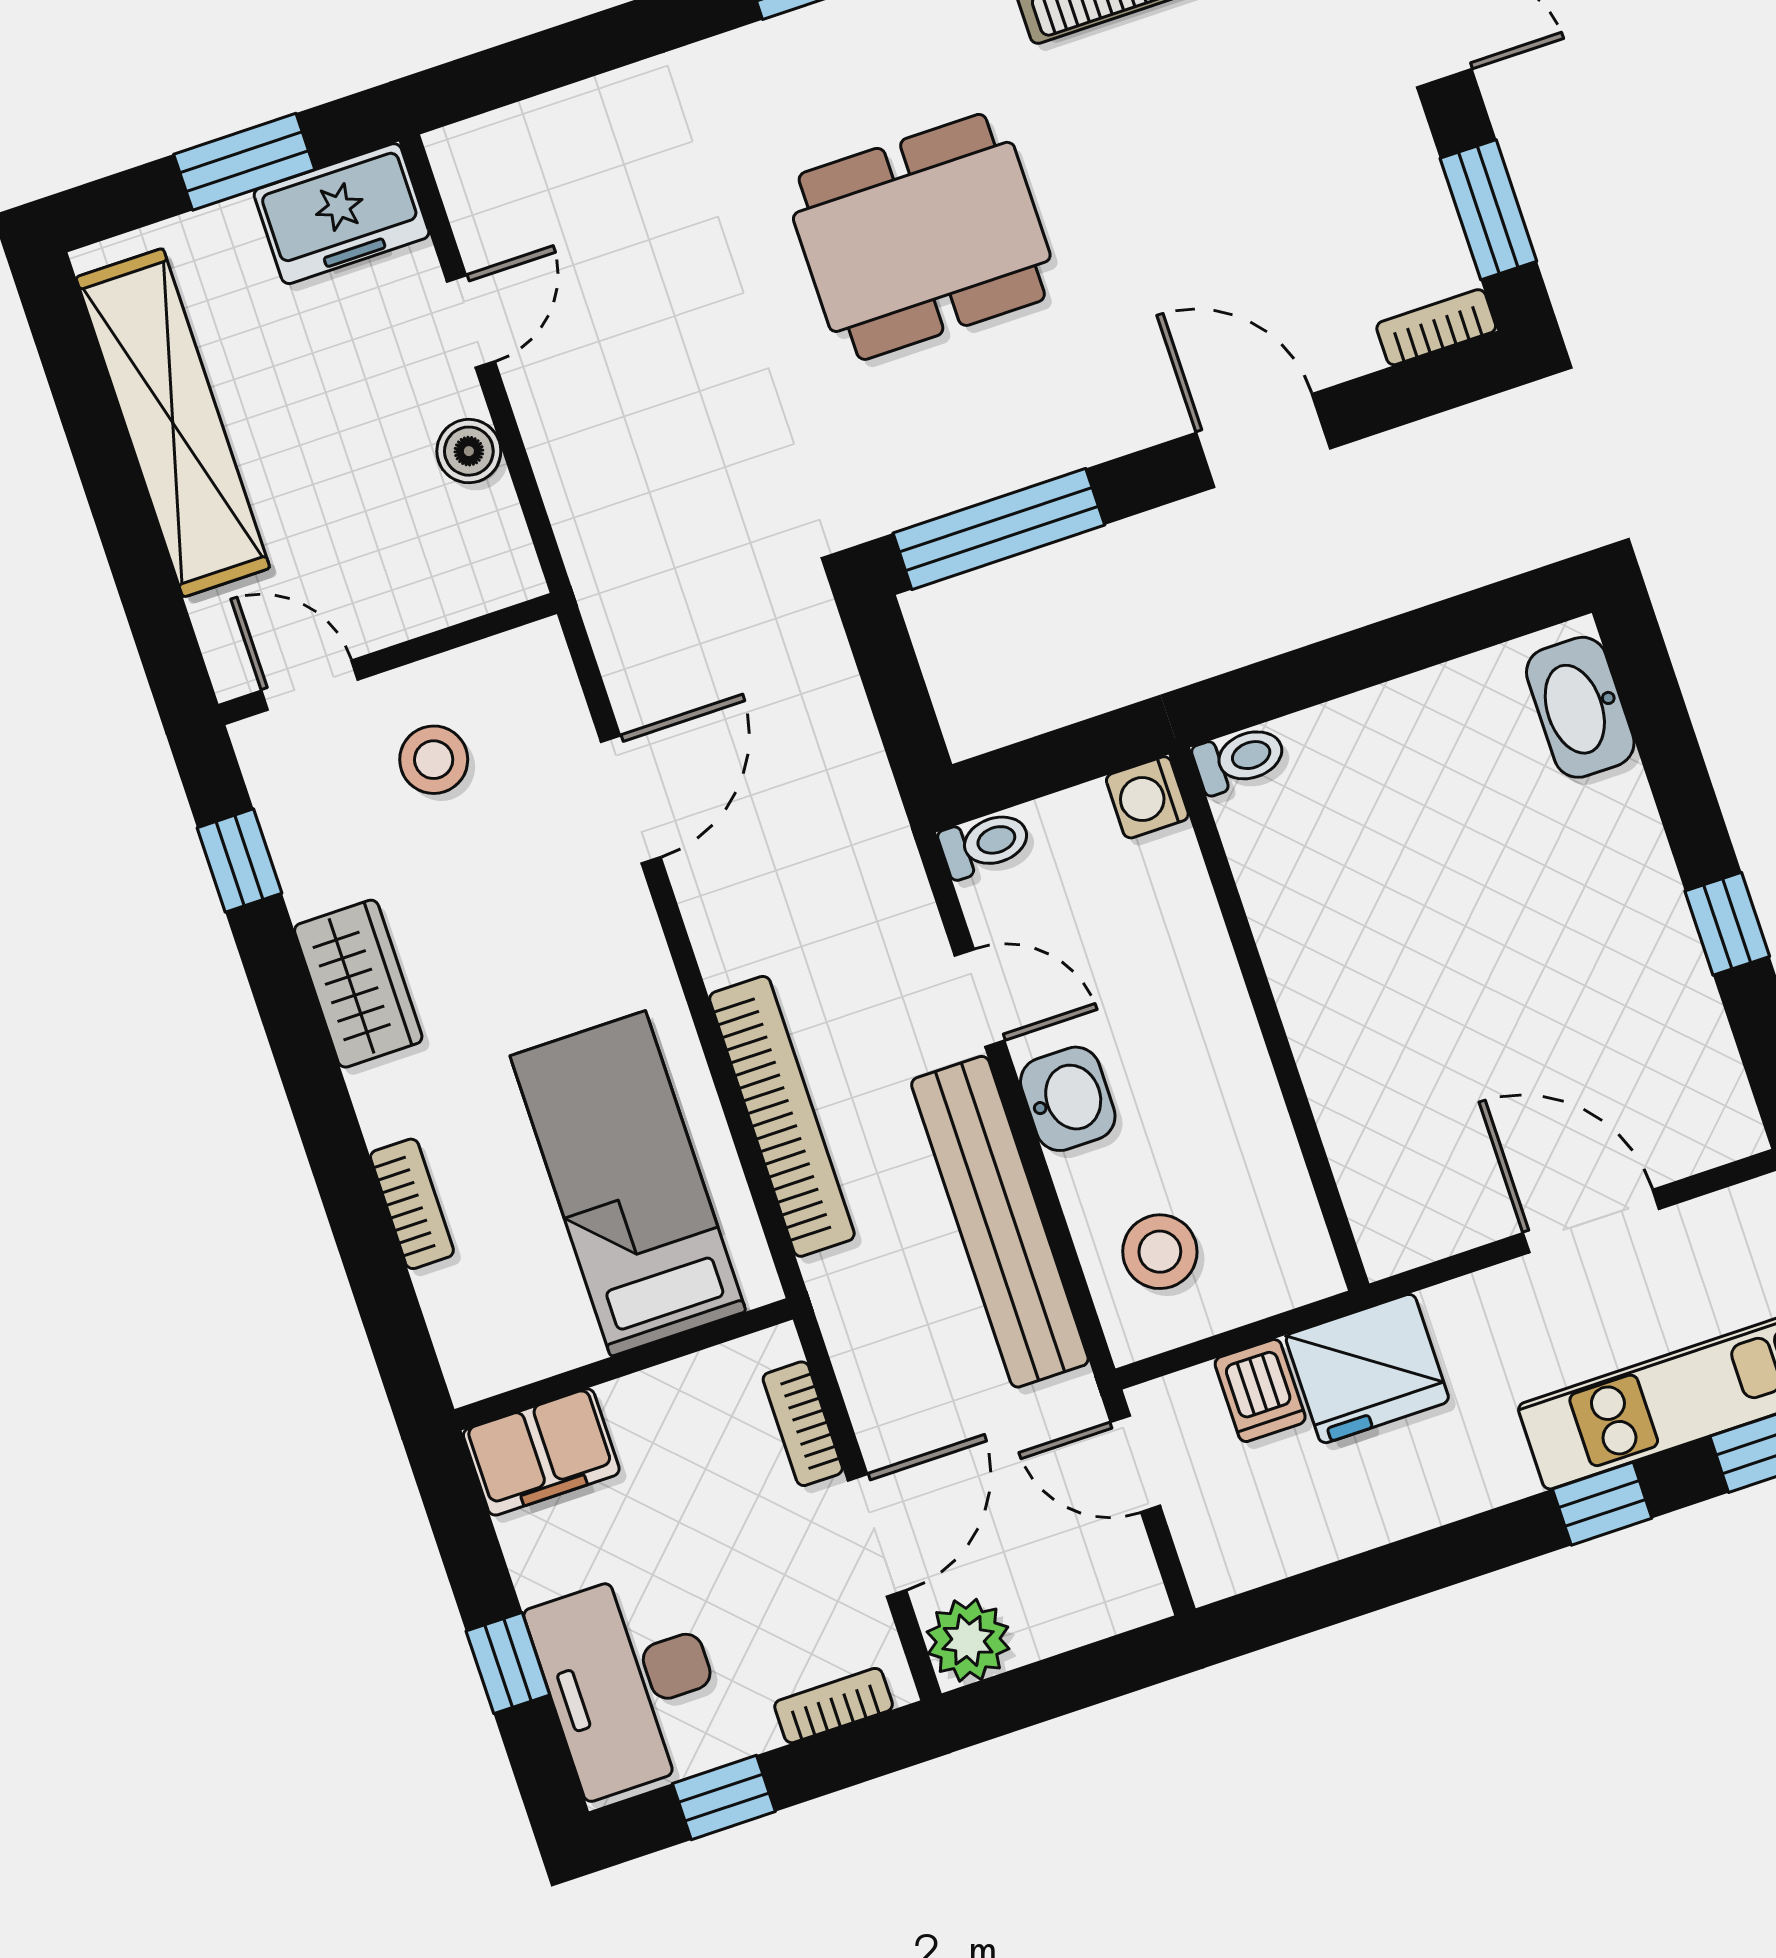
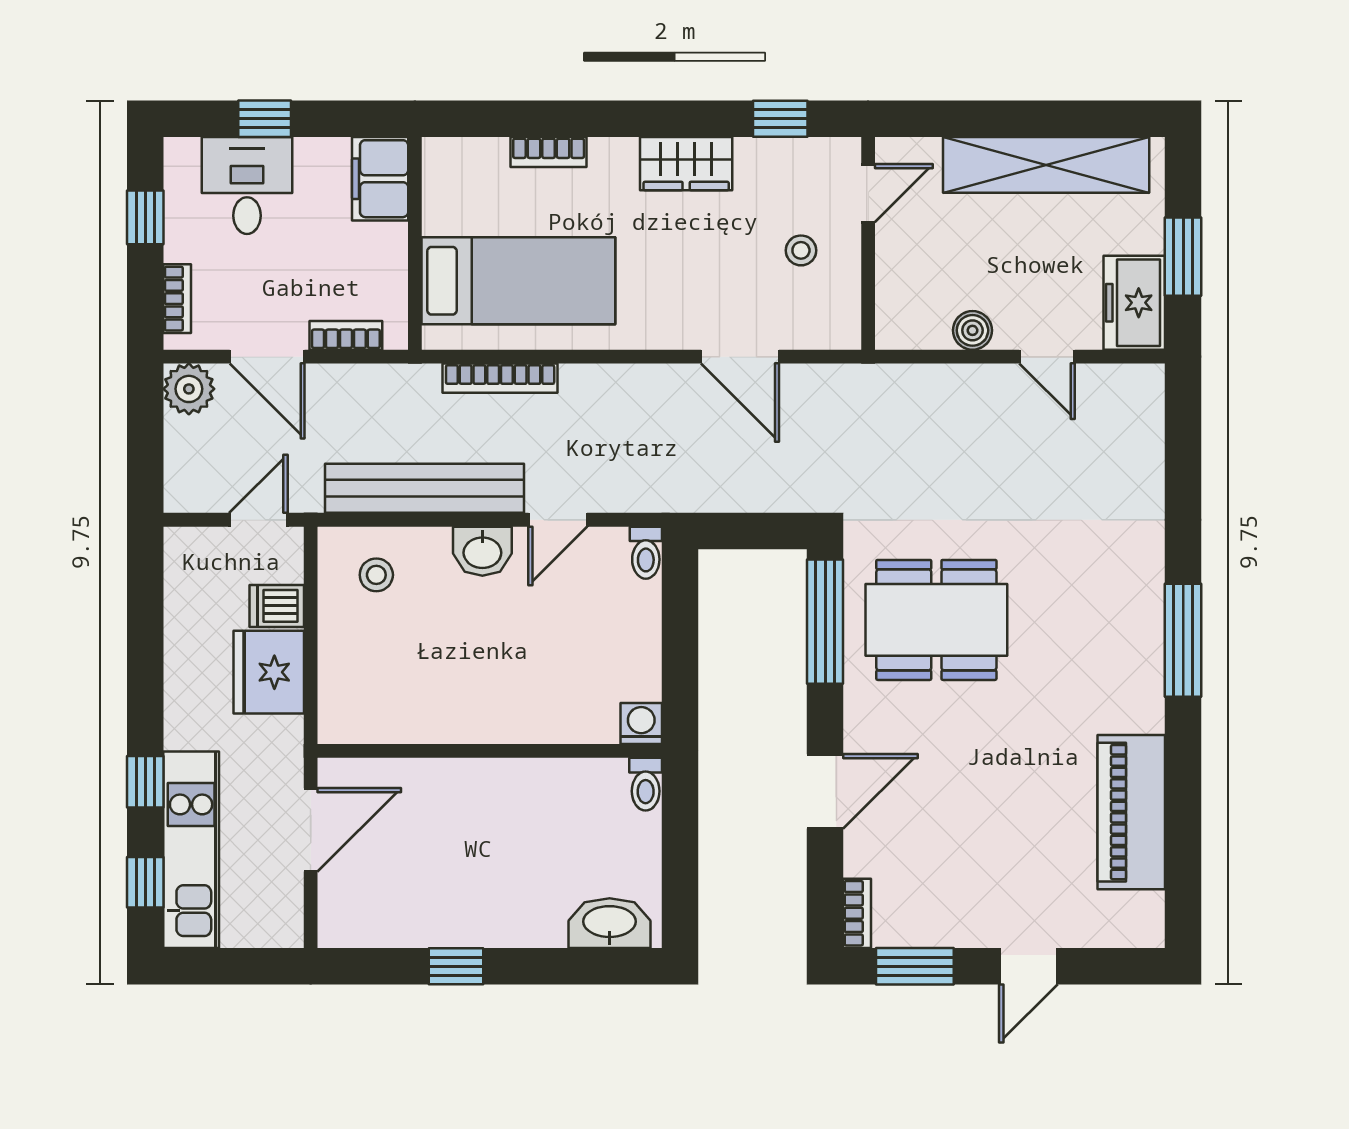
dining table: (922, 237) -> (936, 620), moved, turned 90
toilet: (1240, 759) -> (646, 784), moved
stool: (434, 760) -> (801, 250), width x0.73, depth x0.73
washing machine: (1147, 797) -> (641, 723), moved
wall: (1269, 1019) -> (490, 751), moved
bookcase: (782, 1116) -> (500, 378), width x0.68, depth x0.76
stool: (1160, 1252) -> (376, 575), width x0.73, depth x0.73
desk: (630, 1682) -> (247, 185), width x0.73

